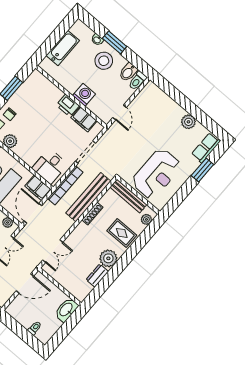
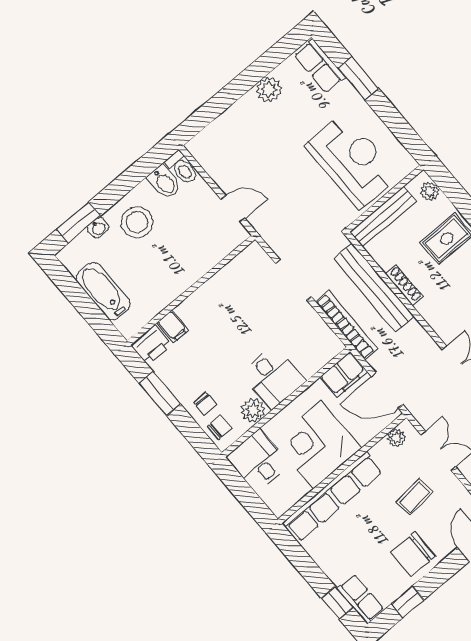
window: (115, 42) -> (79, 222), moved
washing machine: (84, 95) -> (192, 267), removed
printer: (68, 105) -> (151, 345), moved
filing cabinet: (84, 119) -> (173, 326), moved, width x0.50
desk: (50, 166) -> (273, 377), moved

